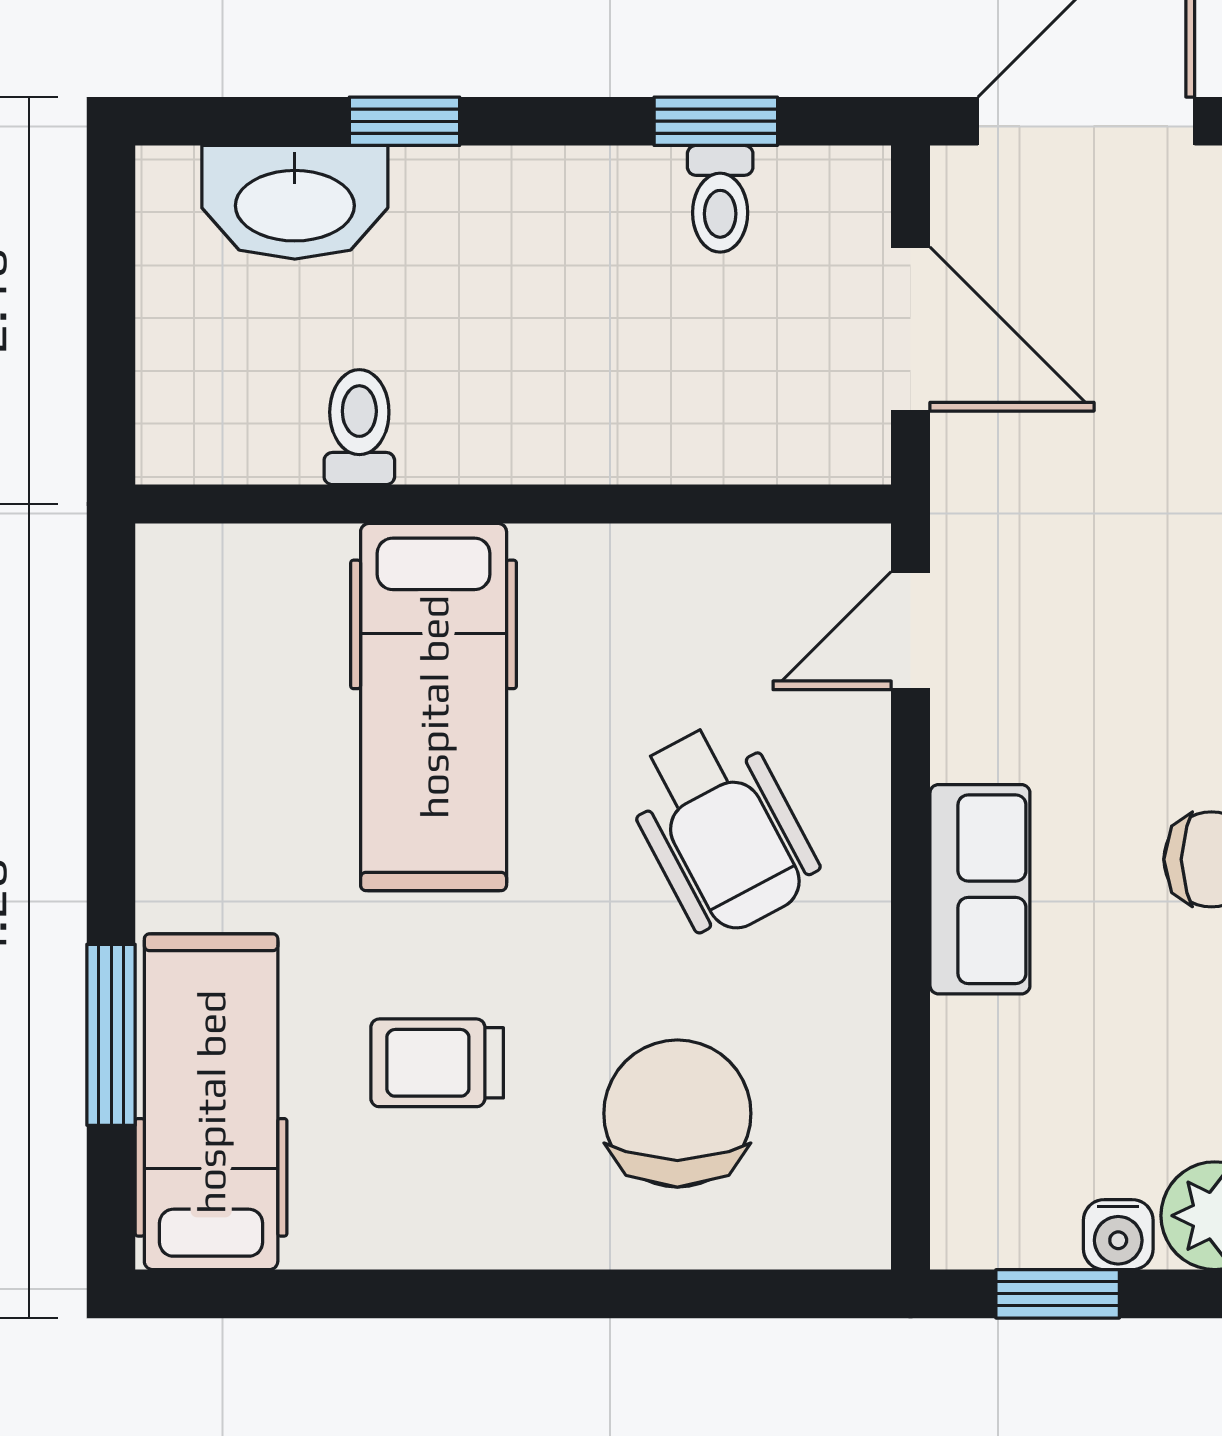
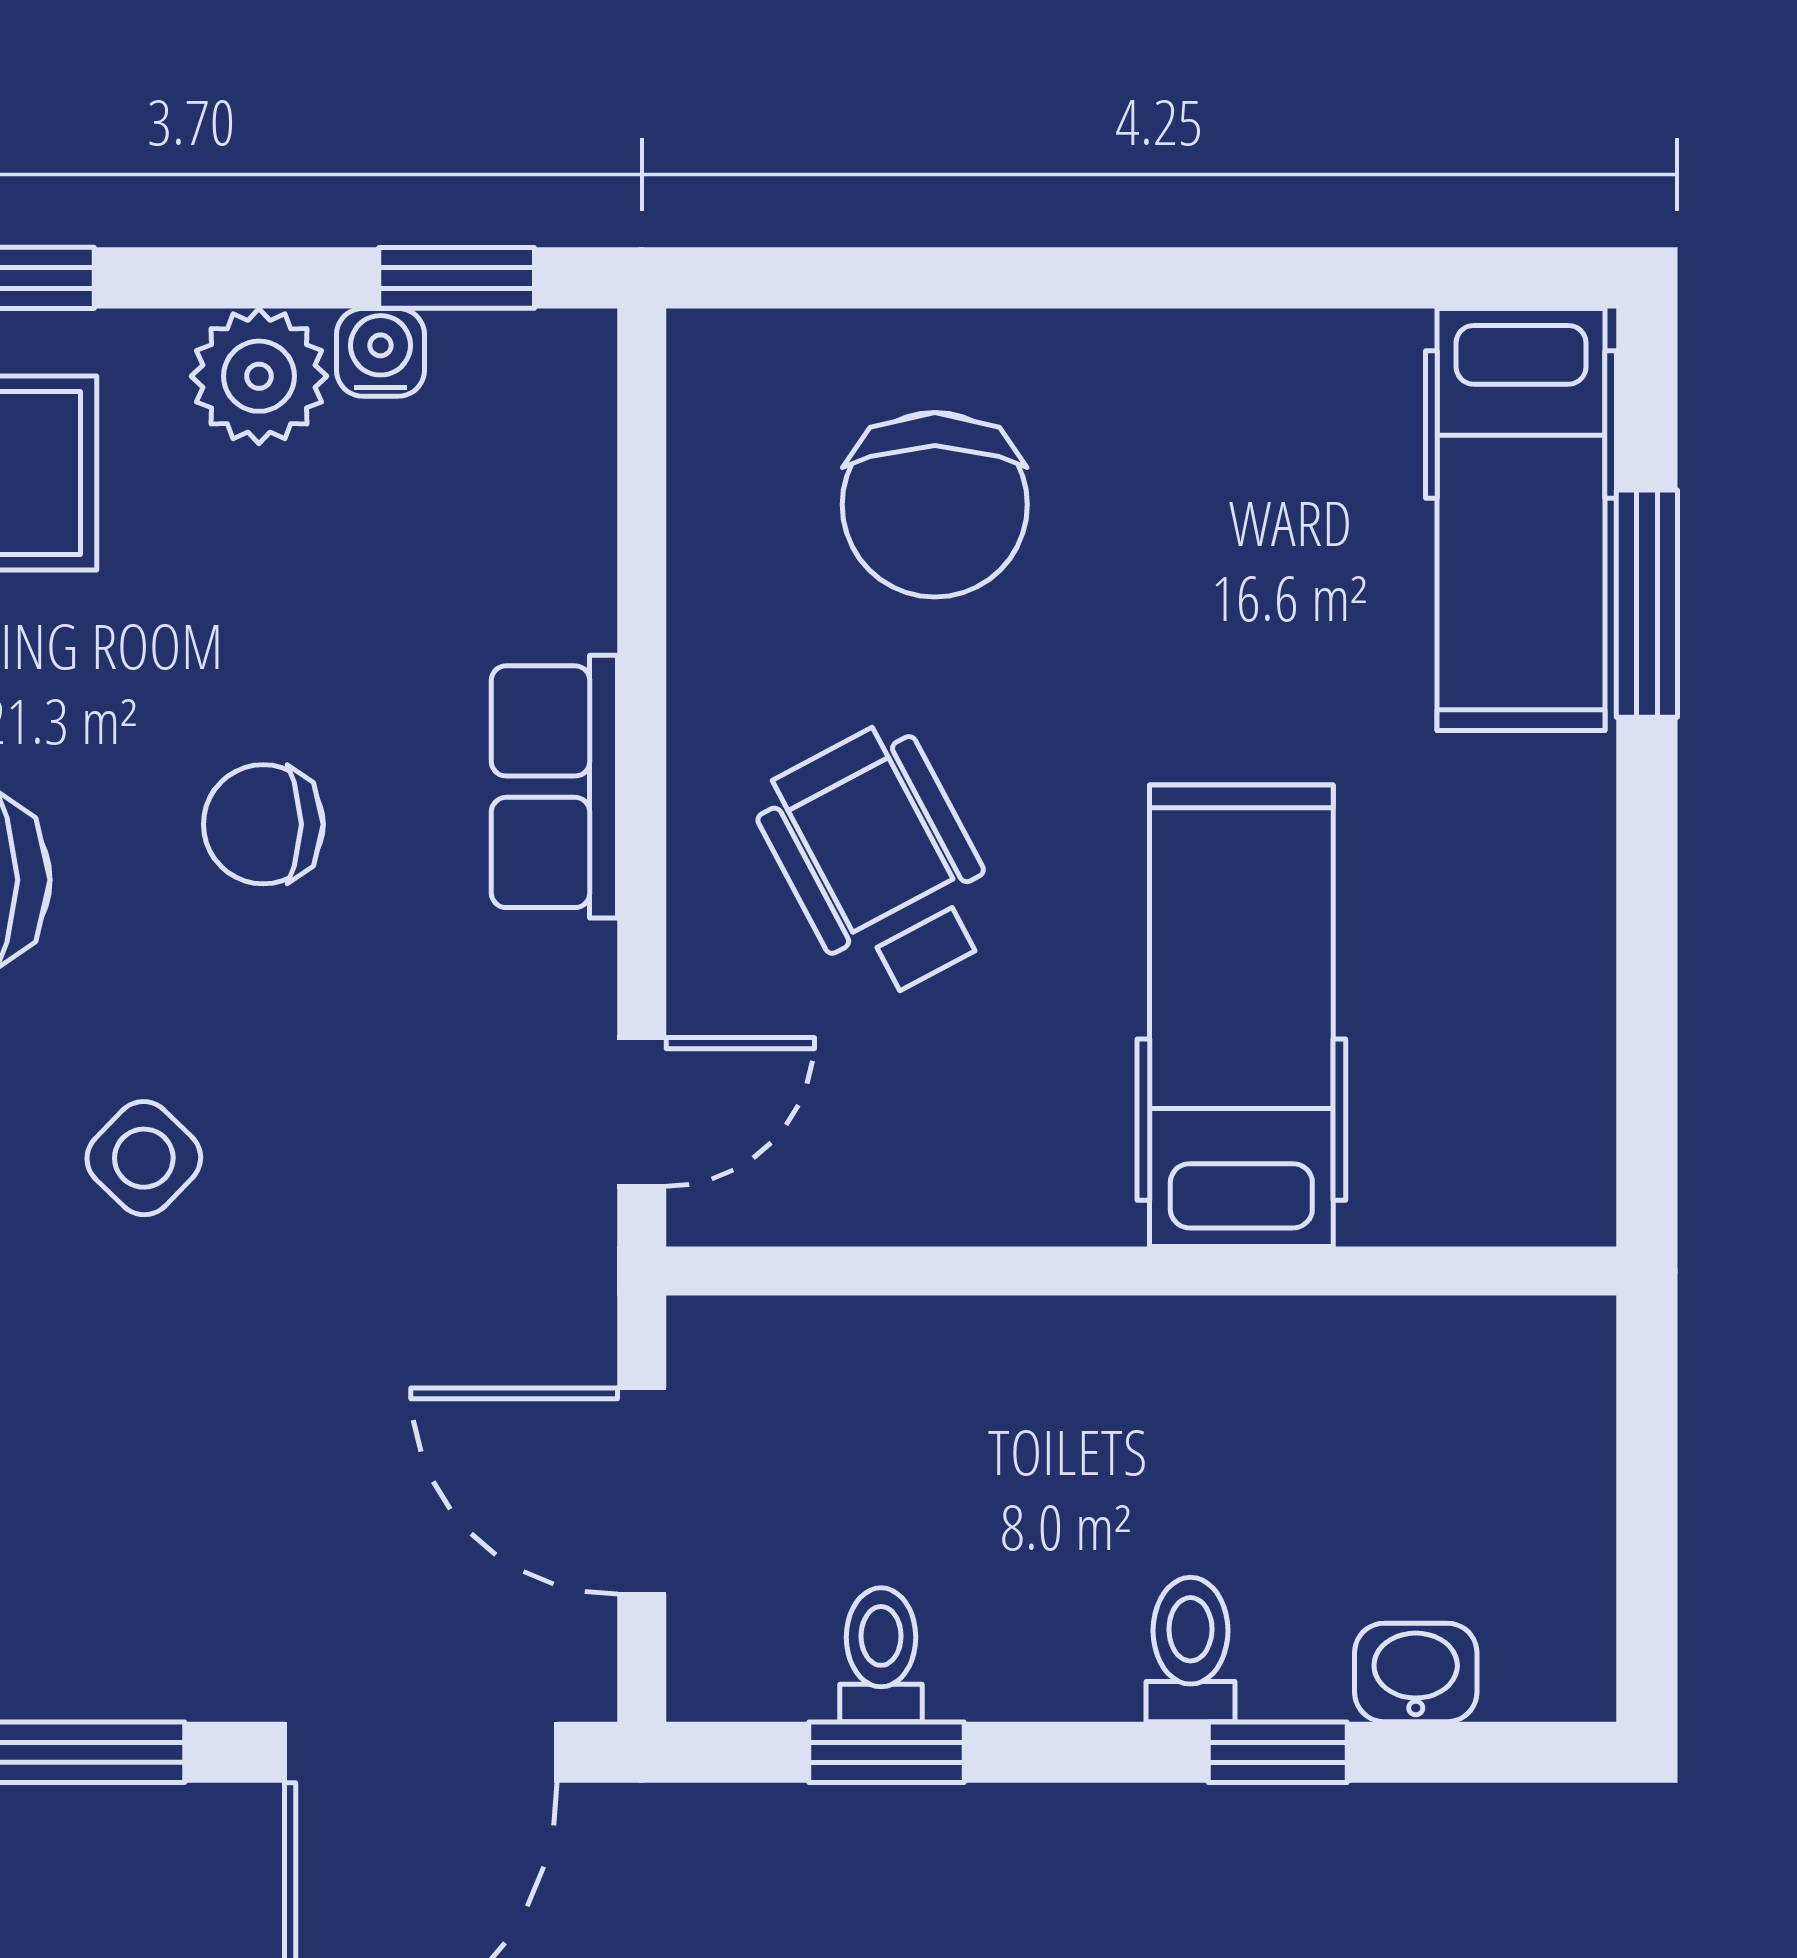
washbasin: (295, 202) -> (1416, 1672), width x0.52, depth x0.69
toilet: (359, 427) -> (1190, 1650), moved, turned 180
trolley: (437, 1063) -> (1237, 568), removed

